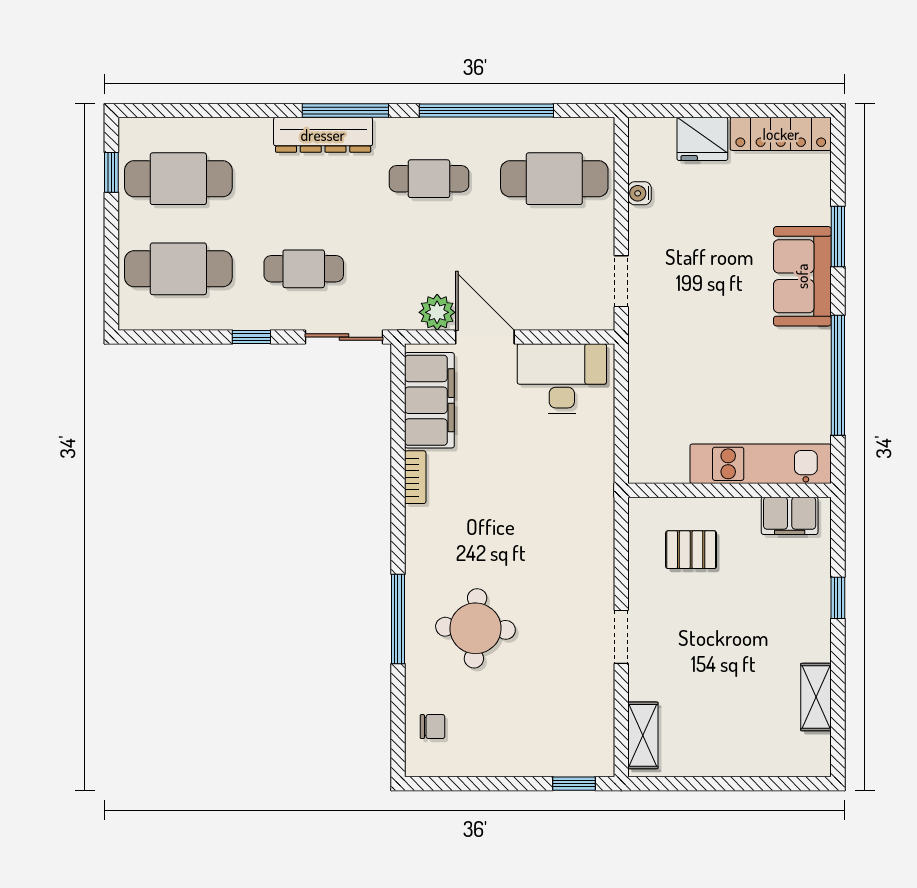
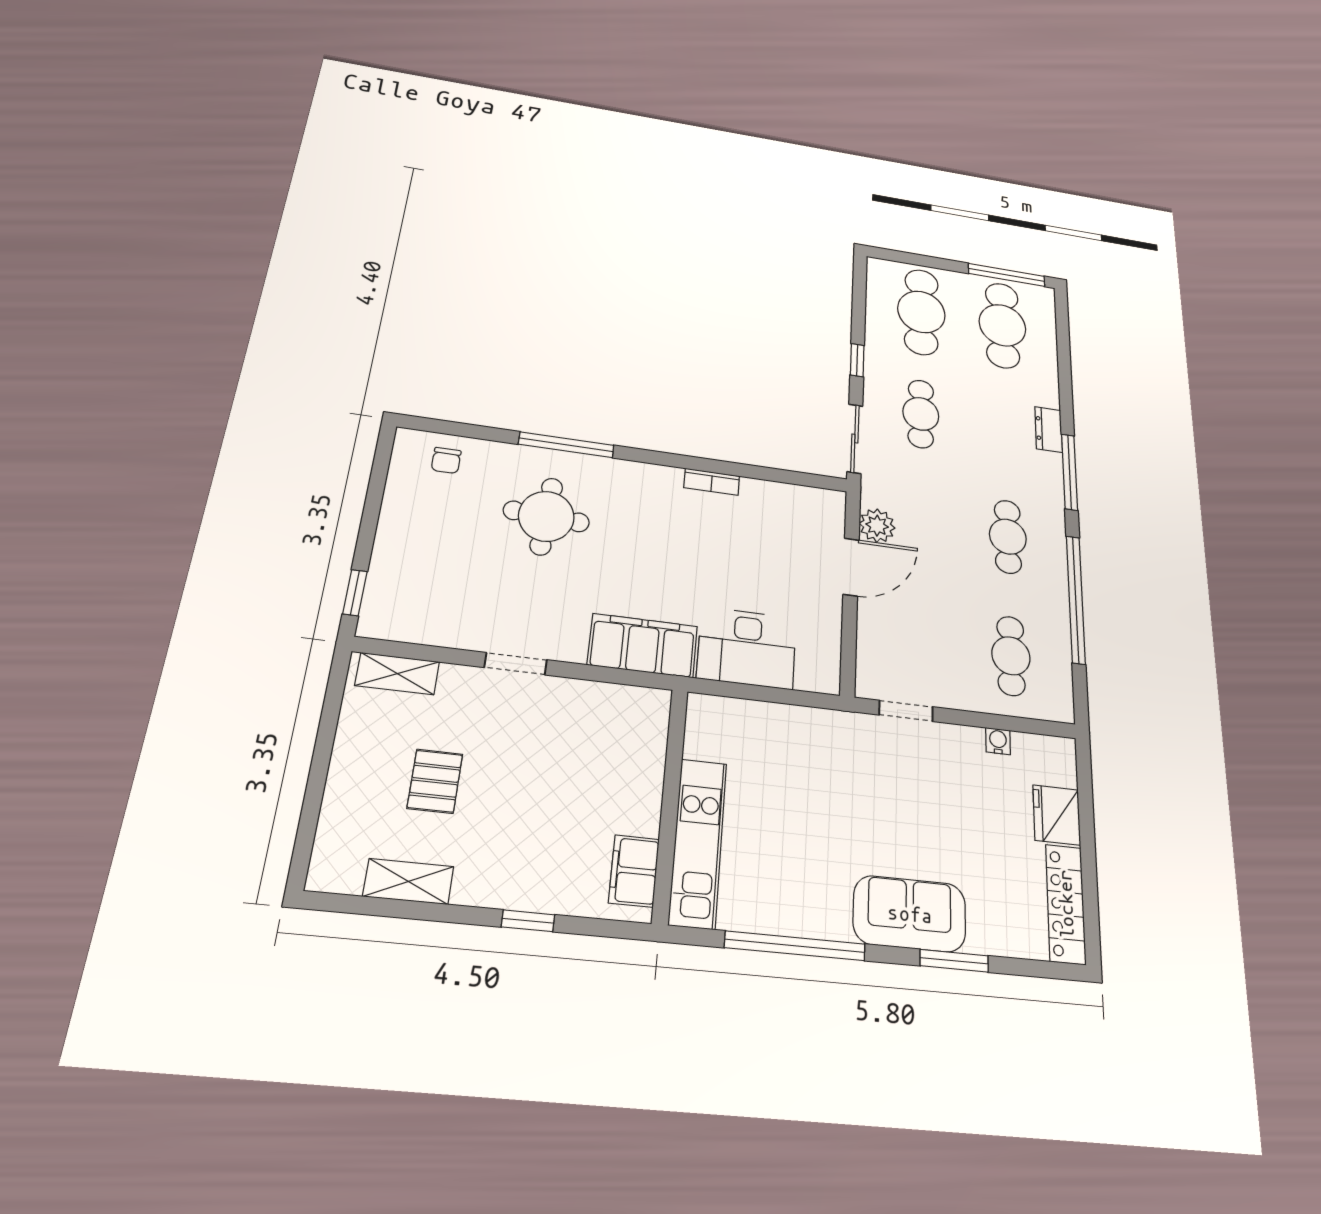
dresser: (323, 135) -> (1049, 430), width x0.51, depth x0.80
window: (111, 172) -> (1007, 275), width x2.17
cafe table: (554, 179) -> (1011, 656), width x0.73, depth x0.74
desk: (562, 379) -> (747, 648), moved, turned 90
filing cabinet: (429, 400) -> (643, 646), moved, turned 180
pallet: (691, 550) -> (435, 781), moved

